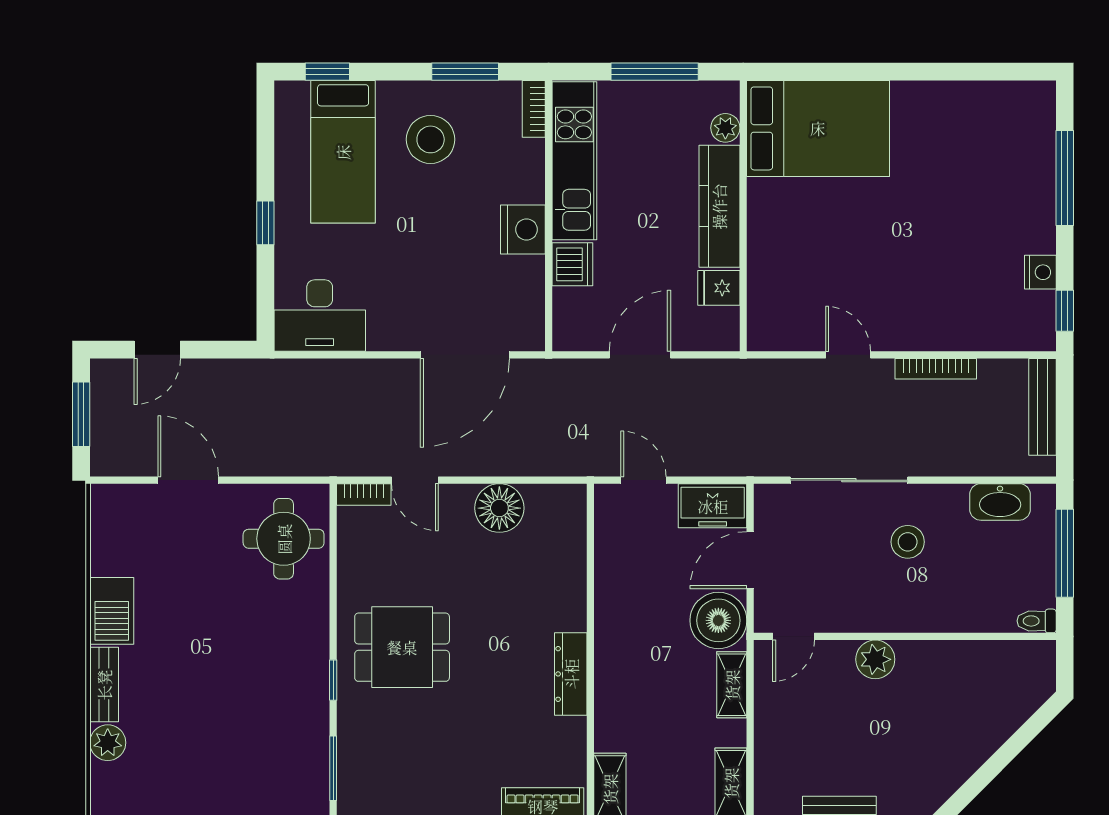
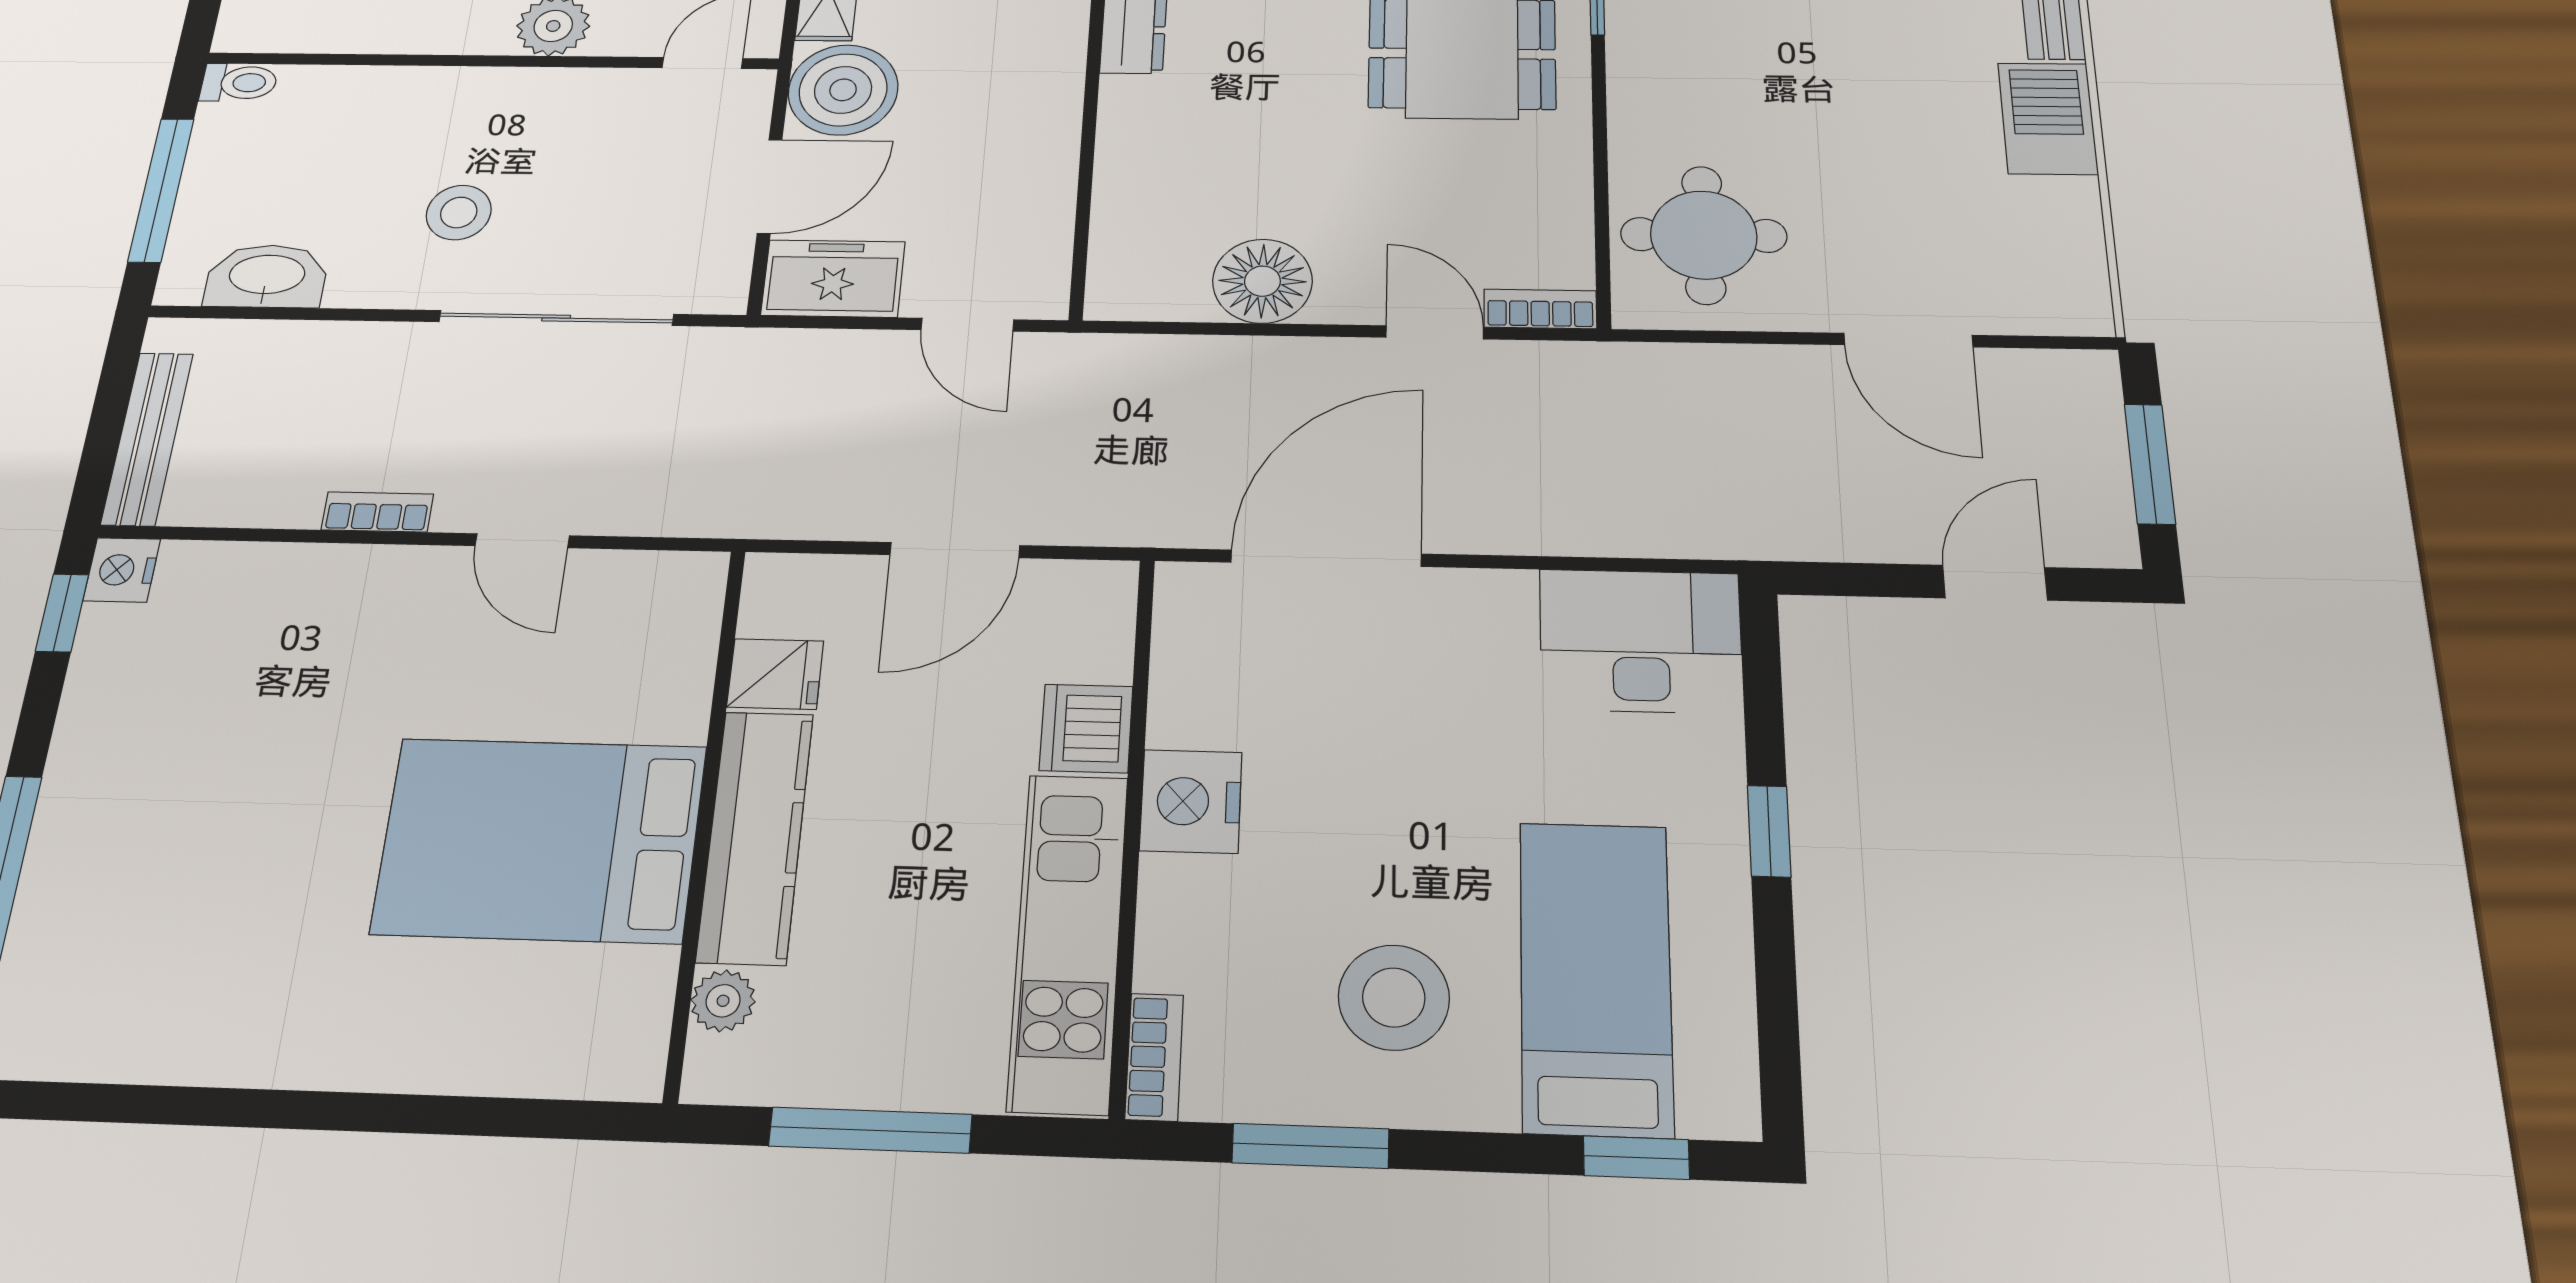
bed: (818, 128) -> (540, 840), moved
nightstand: (1040, 272) -> (122, 570), moved
bookcase: (936, 369) -> (377, 512), width x0.64

